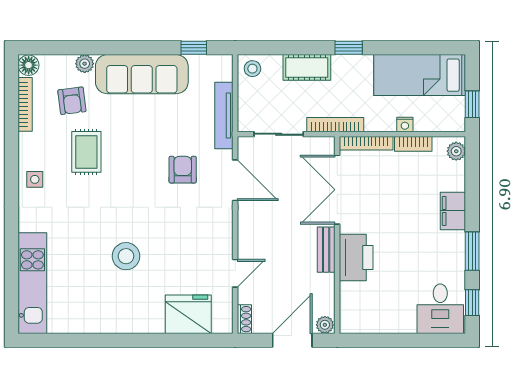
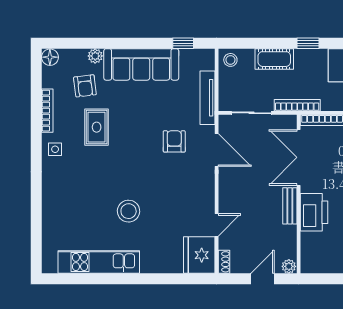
bookcase: (25, 104) -> (47, 111), moved
kitchen unit: (32, 283) -> (99, 262), moved, turned -90
fridge: (188, 314) -> (199, 255), moved, turned -90
door: (292, 340) -> (263, 279), width x0.73

